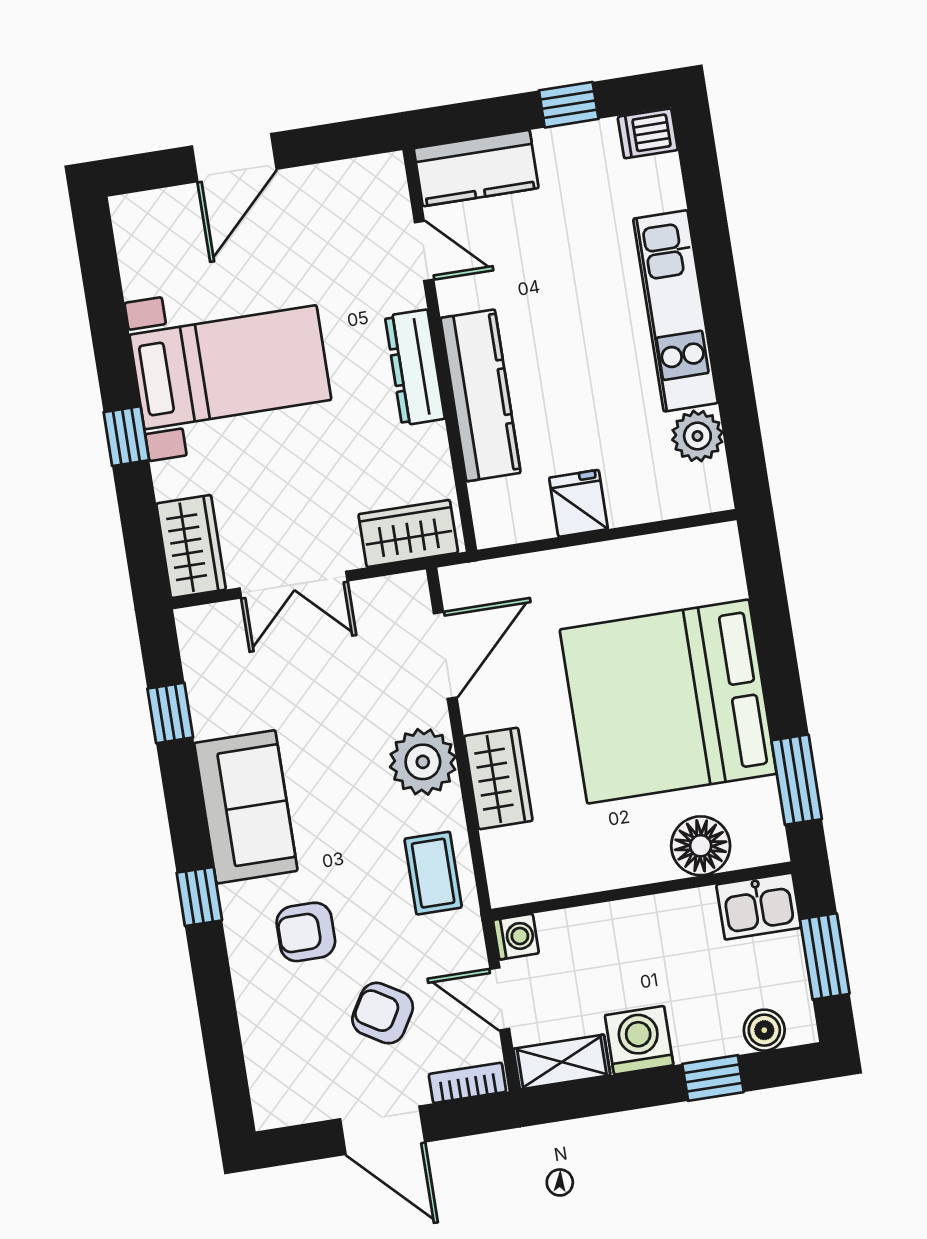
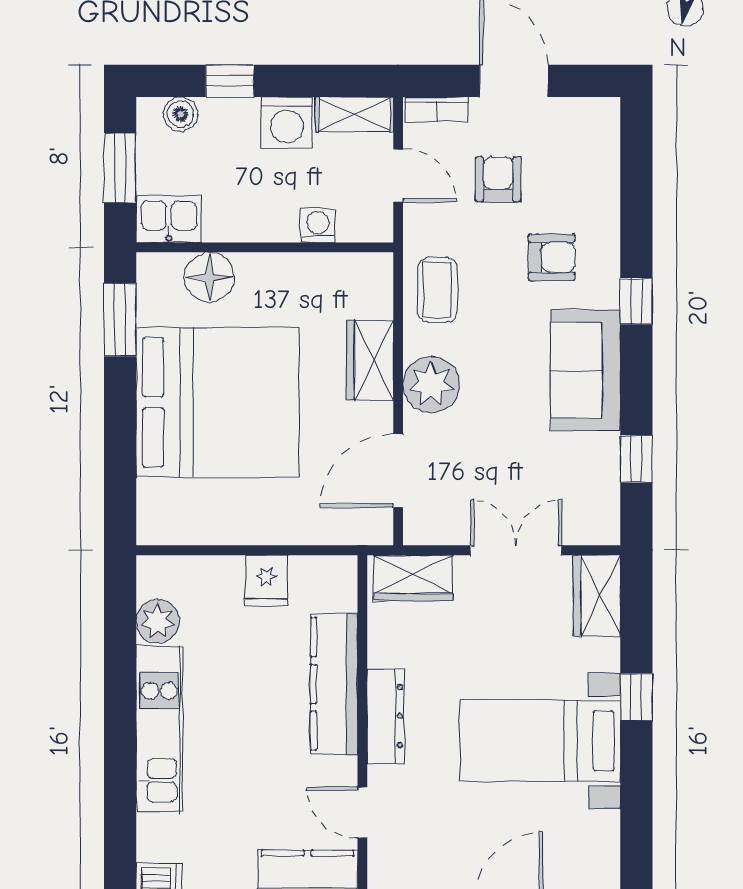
washing machine: (516, 937) -> (318, 226), moved, turned 90
armchair: (383, 1013) -> (498, 179), turned -121

